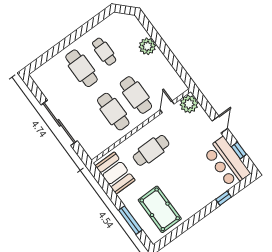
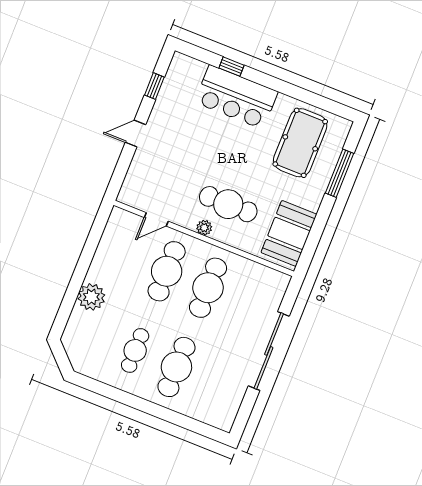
plant: (189, 104) -> (204, 228), moved, width x0.53, depth x0.53
bar counter: (227, 162) -> (236, 97), moved, turned 90

